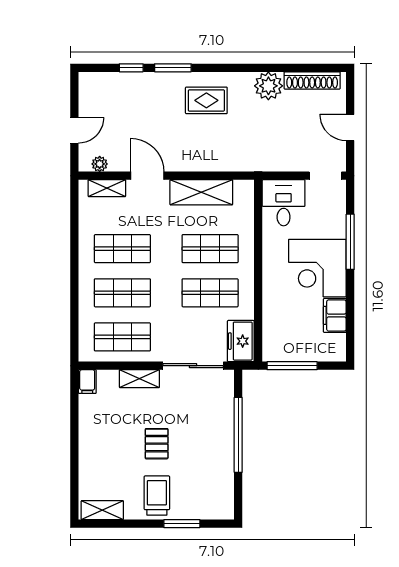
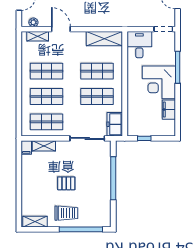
shelving: (201, 192) -> (104, 39), moved
window: (292, 366) -> (144, 138), width x0.46
shelving: (139, 379) -> (44, 146), moved
pallet: (157, 444) -> (66, 183), turned 90
trolley: (157, 496) -> (66, 213), turned 90
window: (182, 524) -> (81, 229), width x2.11

